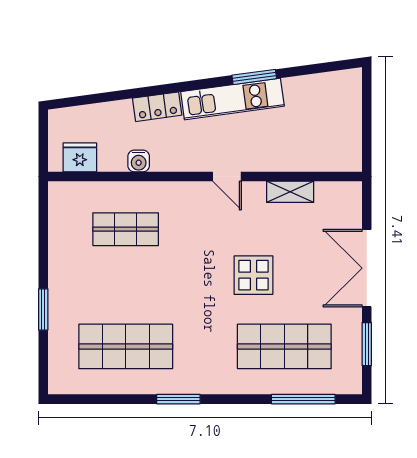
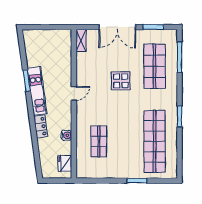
shelving: (290, 192) -> (81, 40), moved
shop shelf: (126, 346) -> (154, 141), width x1.40

